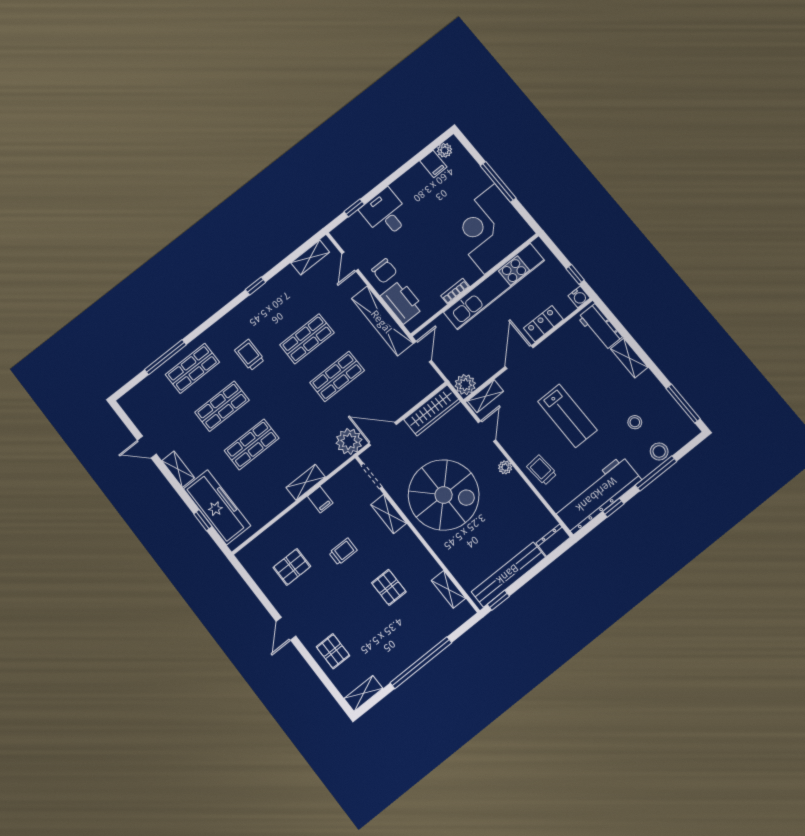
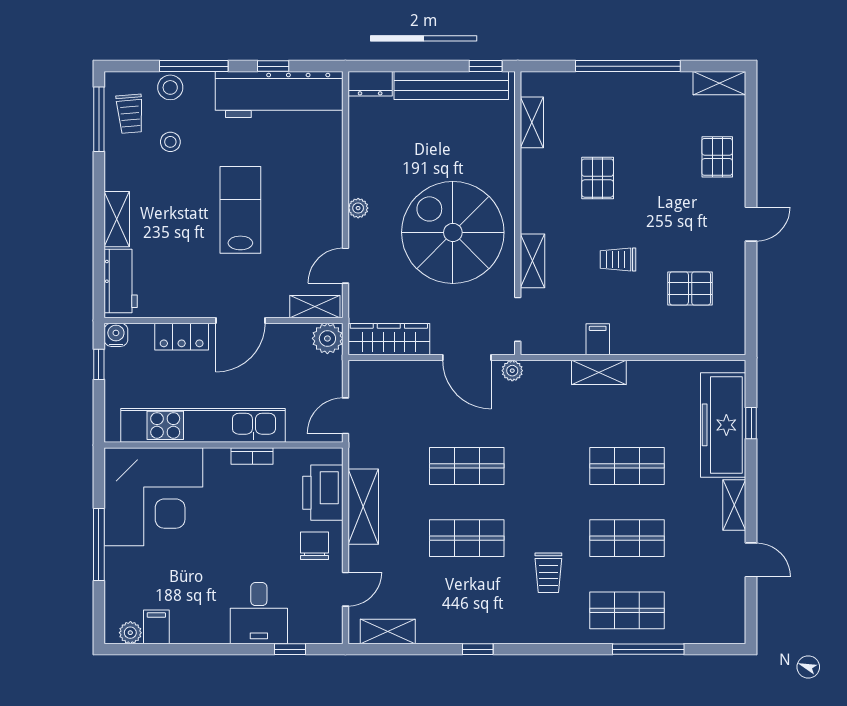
shelving: (382, 321) -> (363, 507), width x0.68
plant: (349, 441) -> (512, 371), width x0.53, depth x0.53
trolley: (542, 470) -> (130, 114), moved

